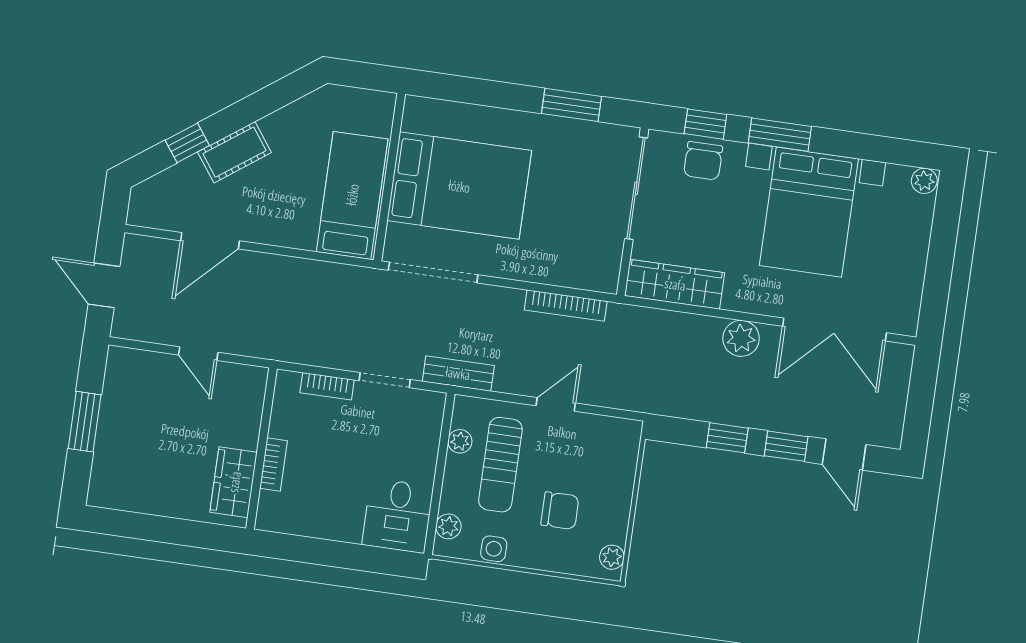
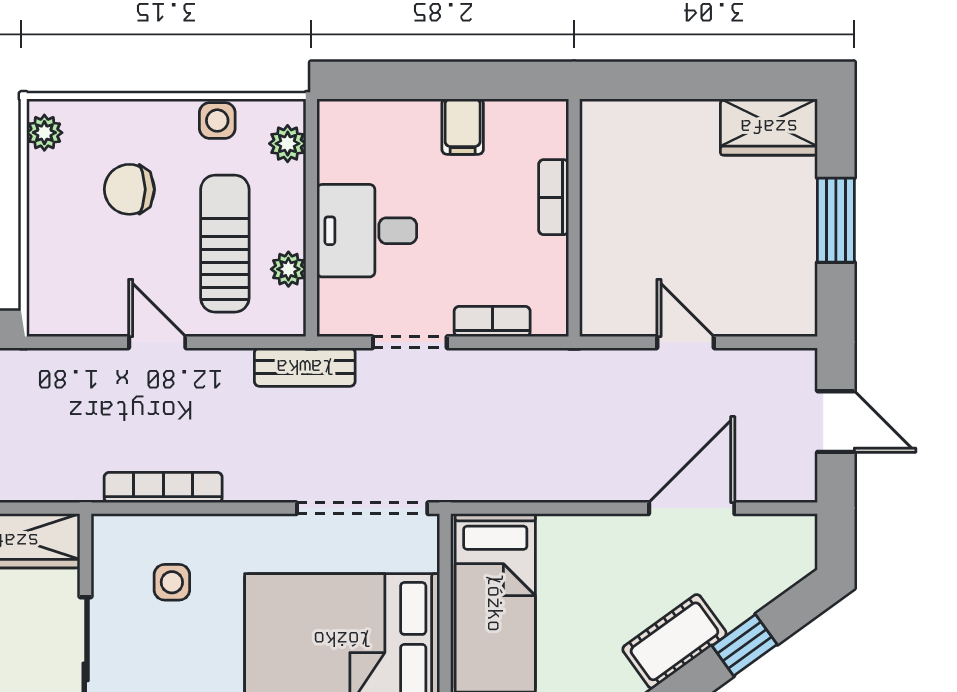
side table: (569, 241) -> (172, 582), added
door: (556, 404) -> (157, 342), swing flipped
wardrobe: (234, 482) -> (769, 127), moved, turned 90
desk: (398, 516) -> (367, 231), moved, turned -90
filing cabinet: (328, 521) -> (463, 127), added

